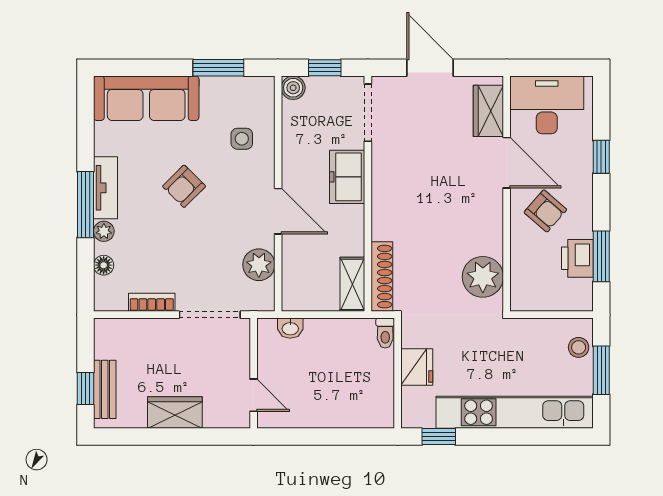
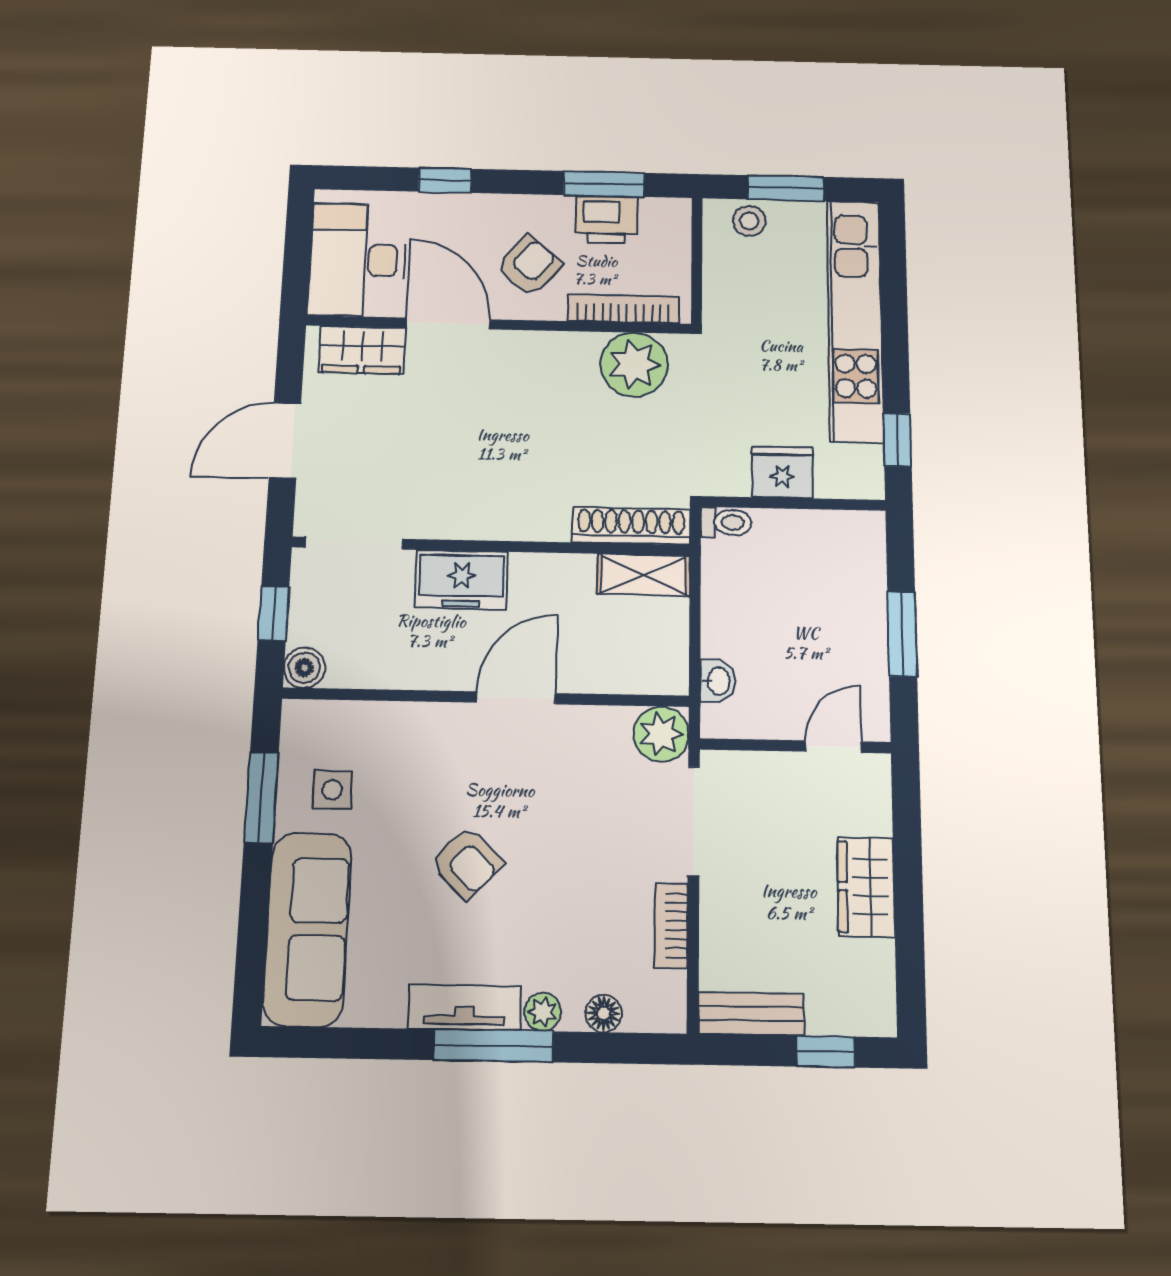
side table: (242, 139) -> (332, 790), moved
door: (507, 163) -> (448, 324), hinge flipped
plant: (259, 265) -> (661, 734), moved
bookcase: (519, 270) -> (623, 309), added
bench: (105, 389) -> (751, 1014), moved
window: (320, 437) -> (902, 634), added

